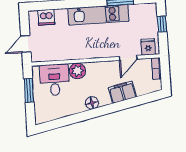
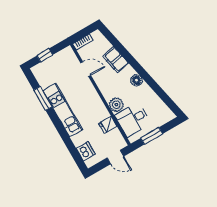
fridge: (148, 47) -> (108, 125), moved

